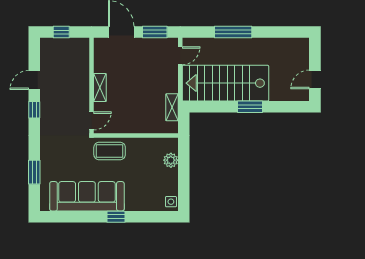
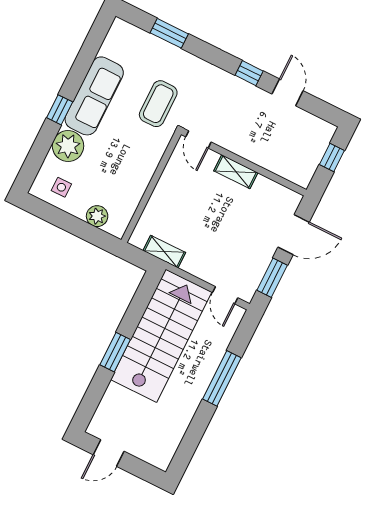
door: (315, 79) -> (109, 453), swing flipped
coffee table: (110, 151) -> (158, 104), moved
sofa: (87, 196) -> (94, 96), width x0.74, depth x0.79
plant: (136, 200) -> (68, 146), added
side table: (171, 202) -> (61, 187), moved

